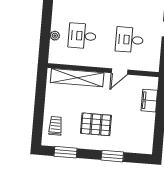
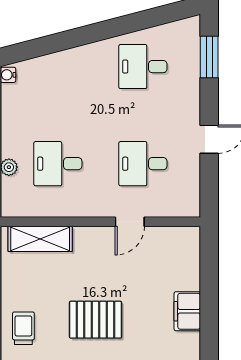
shelving: (77, 78) -> (40, 239), width x0.68
filing cabinet: (149, 101) -> (187, 311), moved

